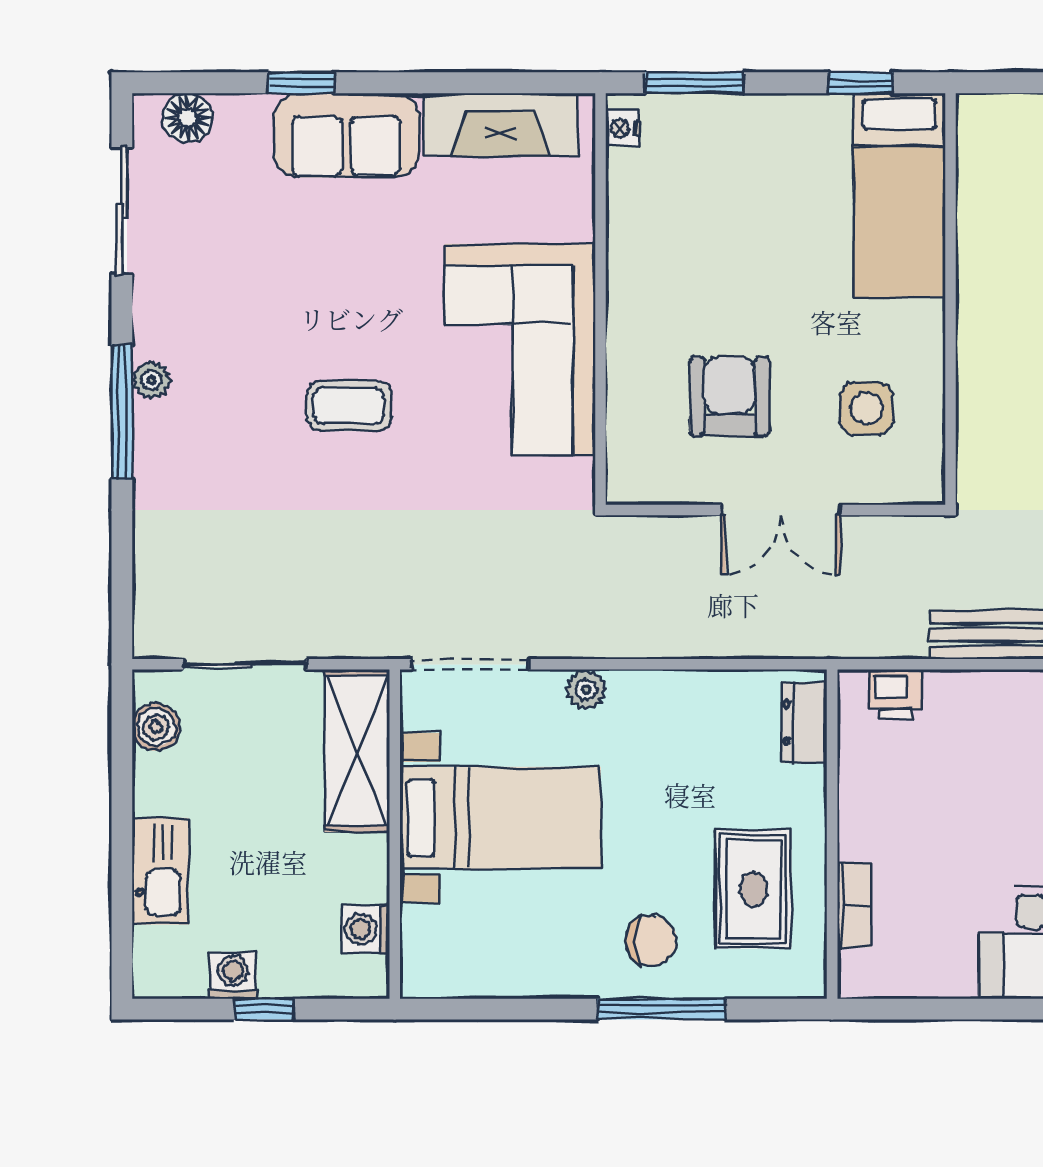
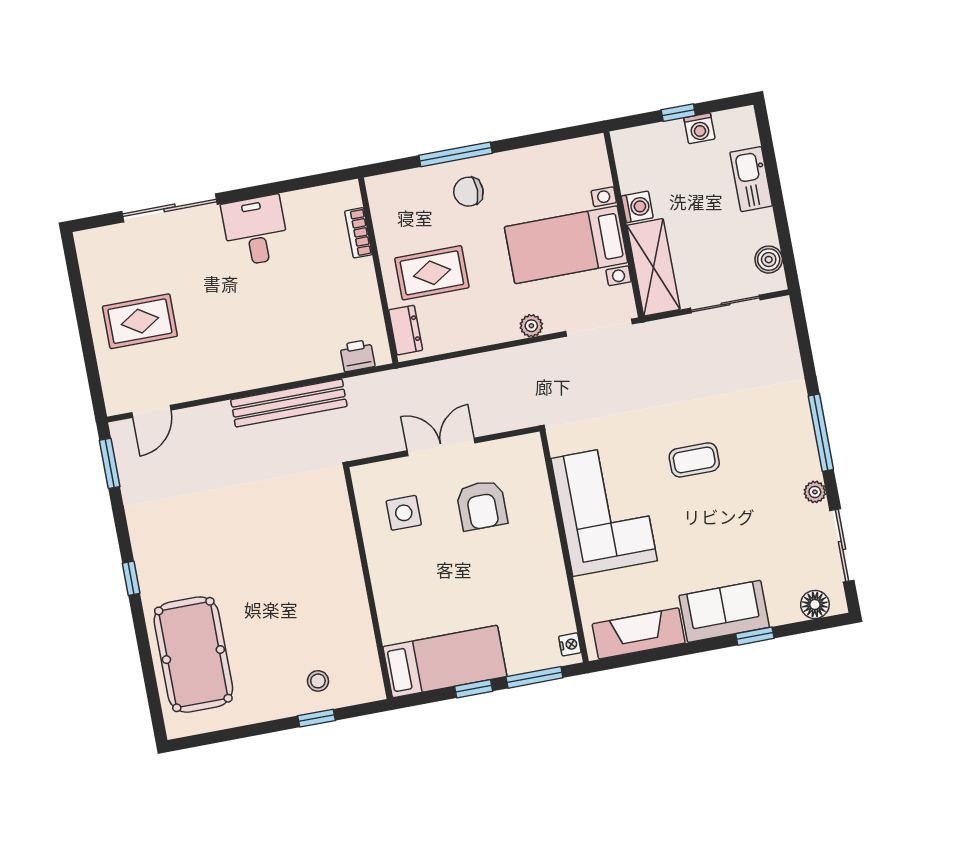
window: (860, 83) -> (474, 689), moved
bed: (899, 195) -> (445, 662), moved, turned 90
plant: (151, 380) -> (815, 492), moved
rug: (754, 889) -> (432, 273), moved, turned 90
washing machine: (365, 929) -> (637, 207), moved

